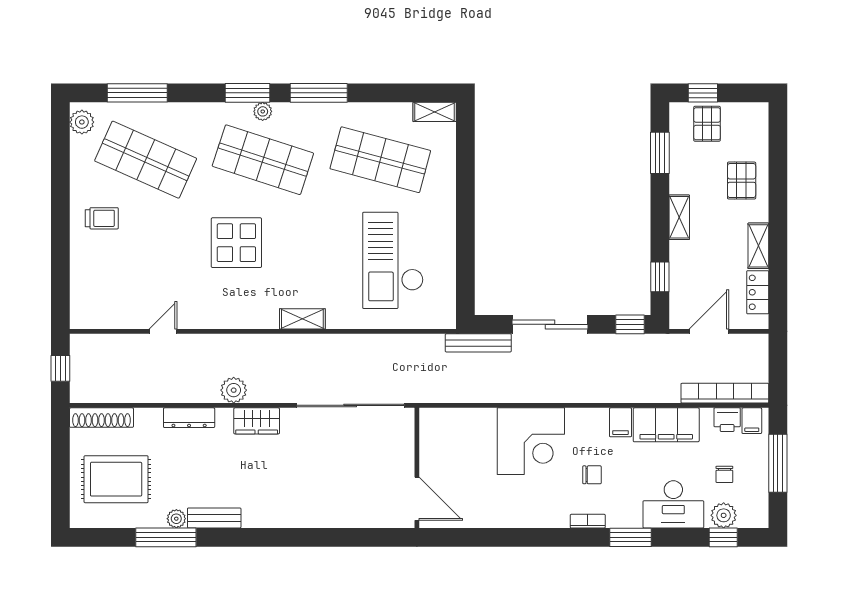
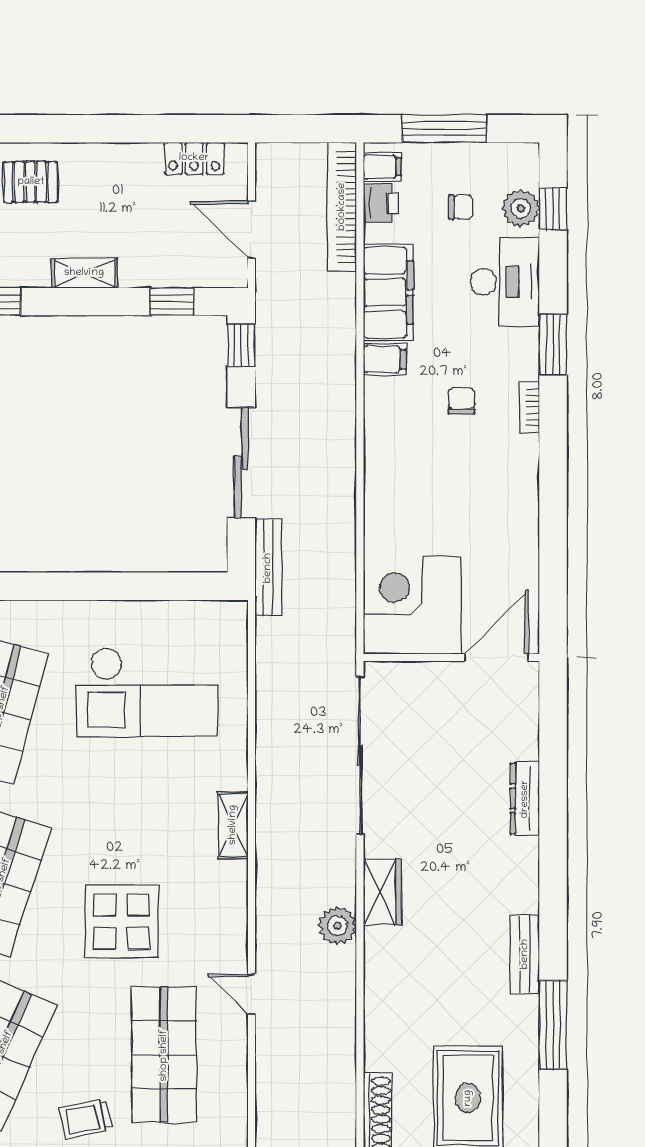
trolley: (102, 218) -> (86, 1119), turned -102
shelving: (758, 246) -> (126, 157), removed
shop shelf: (146, 272) -> (164, 1055), added
door: (163, 331) -> (251, 994), moved
dresser: (189, 418) -> (525, 799), moved, turned 180
corner desk: (531, 441) -> (412, 605), moved, turned -90
plant: (176, 519) -> (526, 1010), removed

